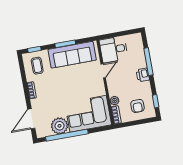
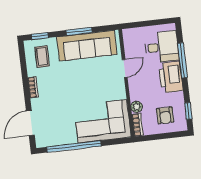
desk: (114, 49) -> (162, 47), moved, turned 180
printer: (143, 75) -> (171, 77), width x1.87, depth x1.48
plant: (60, 126) -> (65, 134), removed

